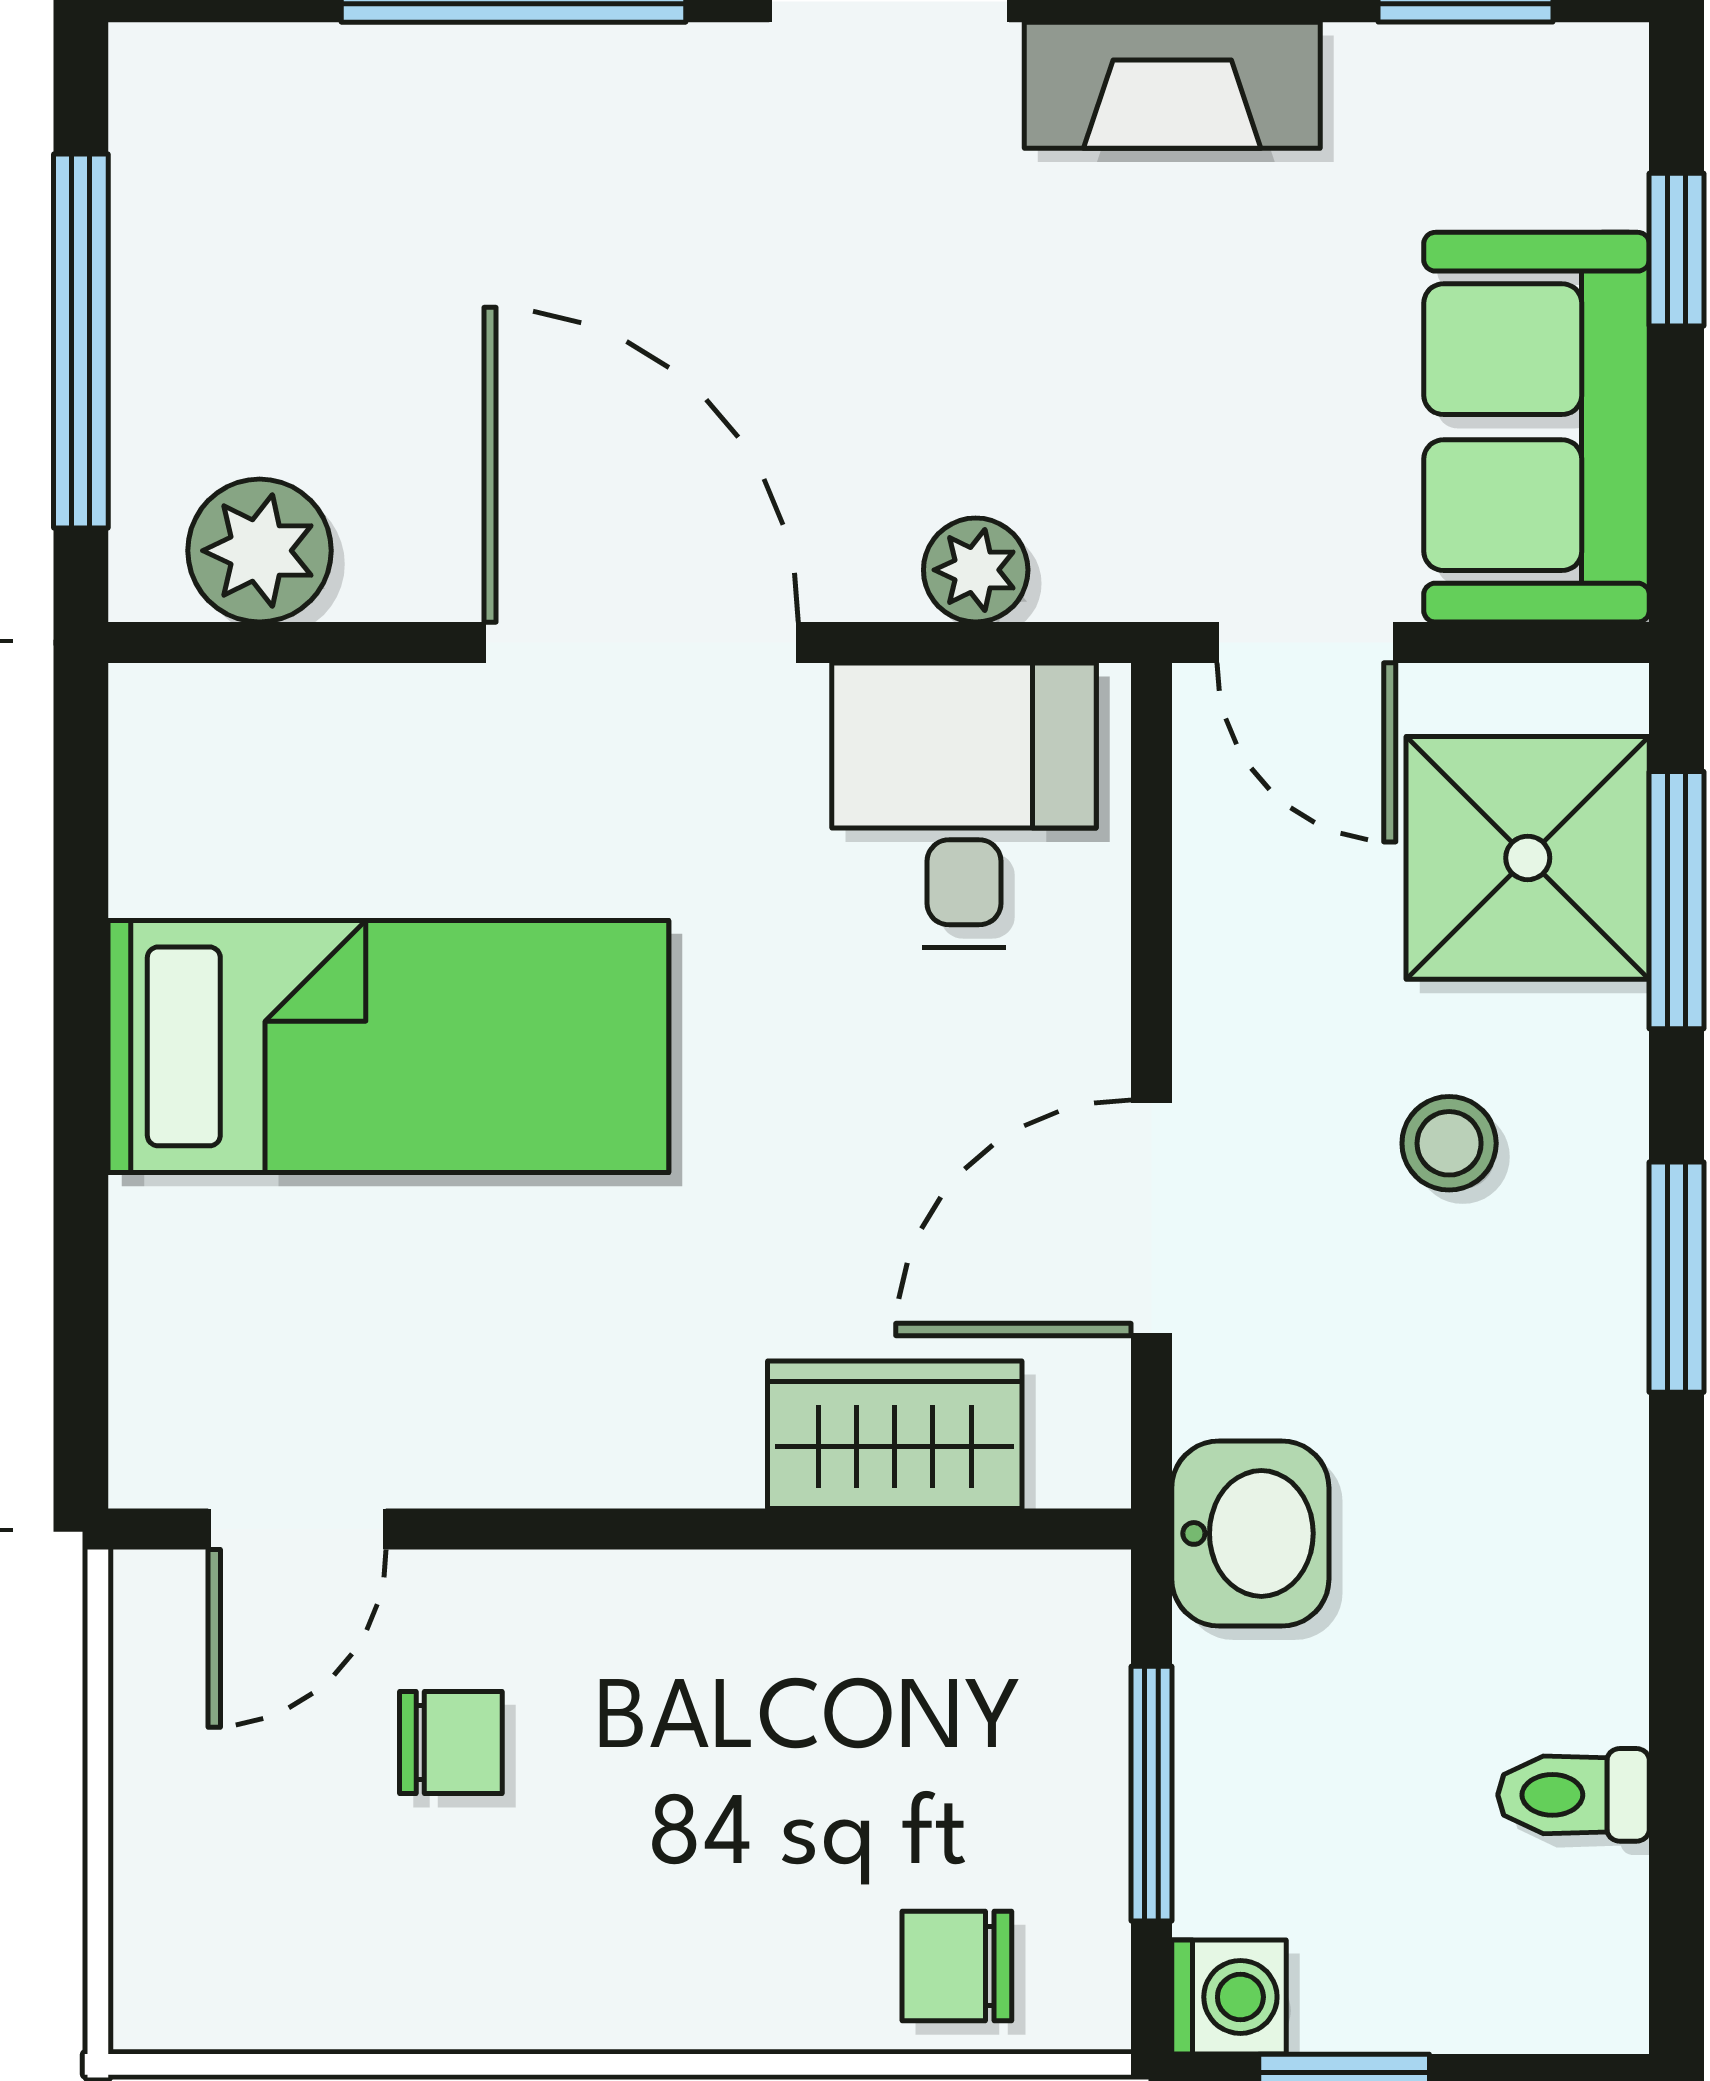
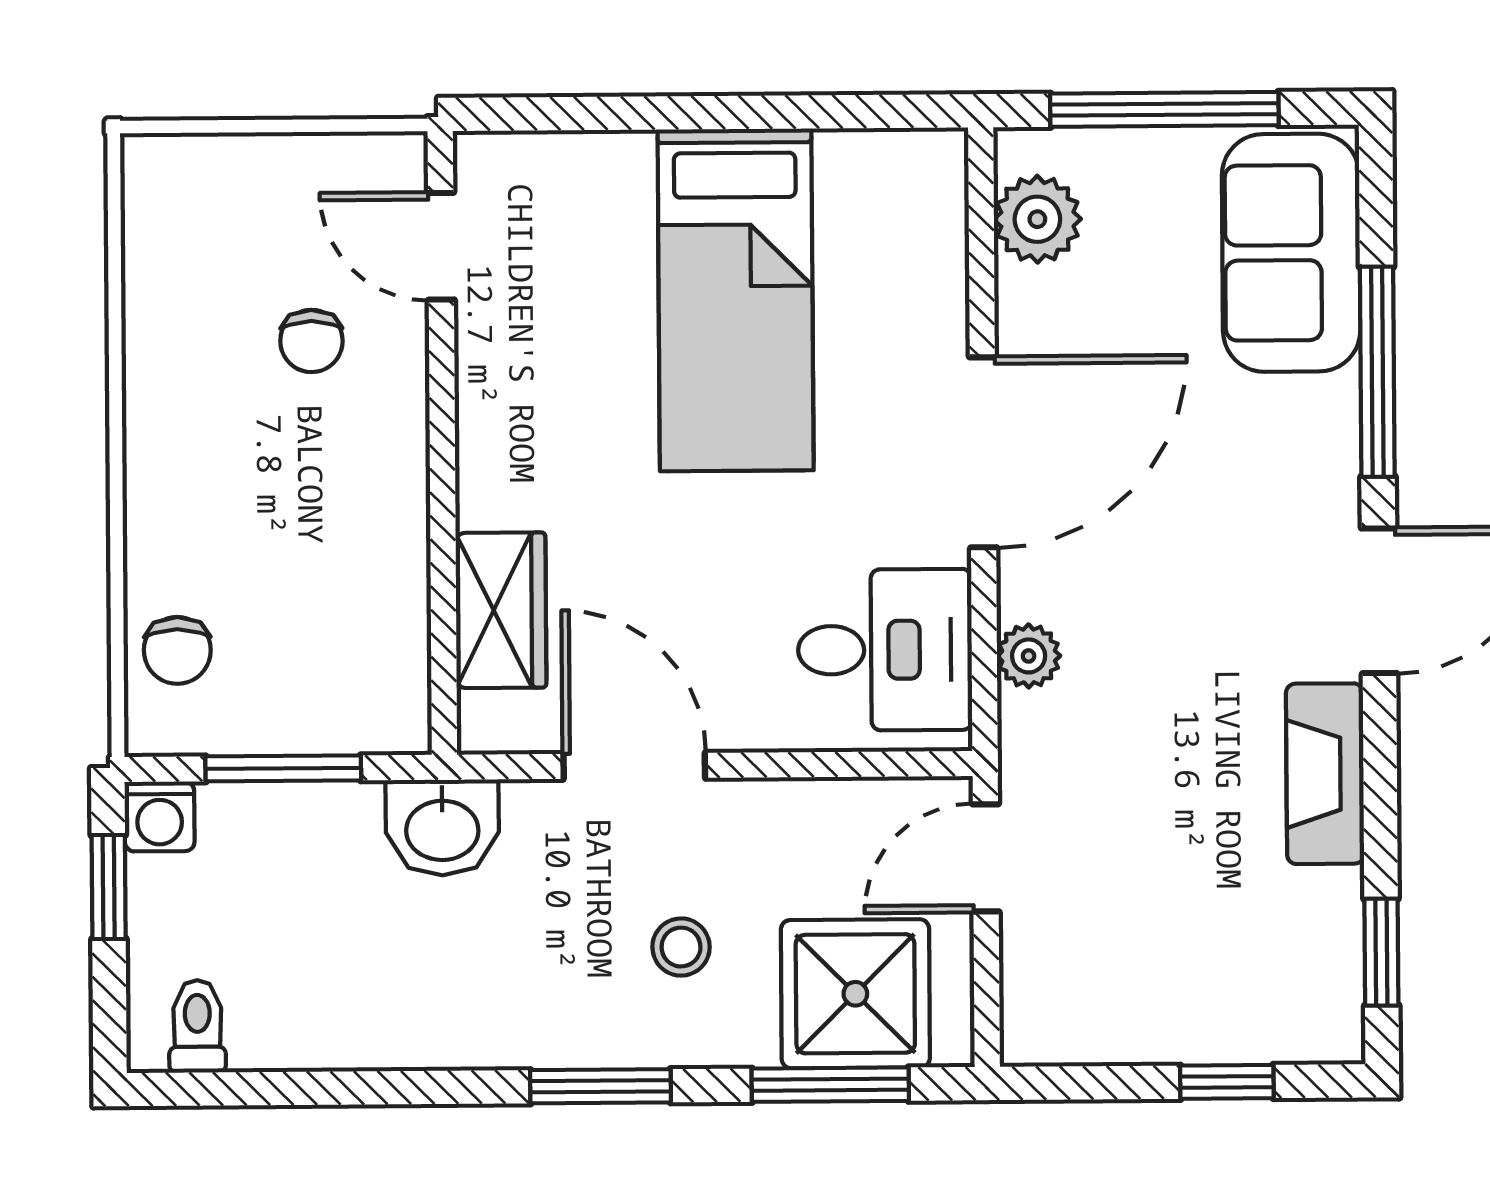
sofa: (1537, 427) -> (1291, 253), moved, turned -90
toilet: (1574, 1795) -> (197, 1026), moved
chair: (957, 1966) -> (177, 650), turned 180

